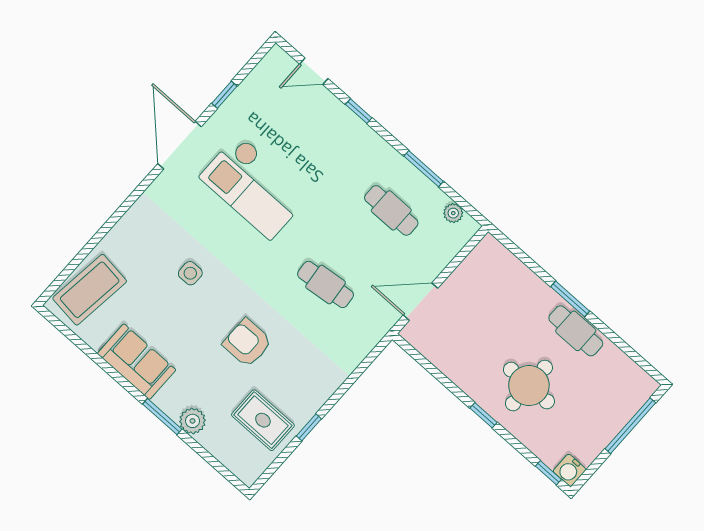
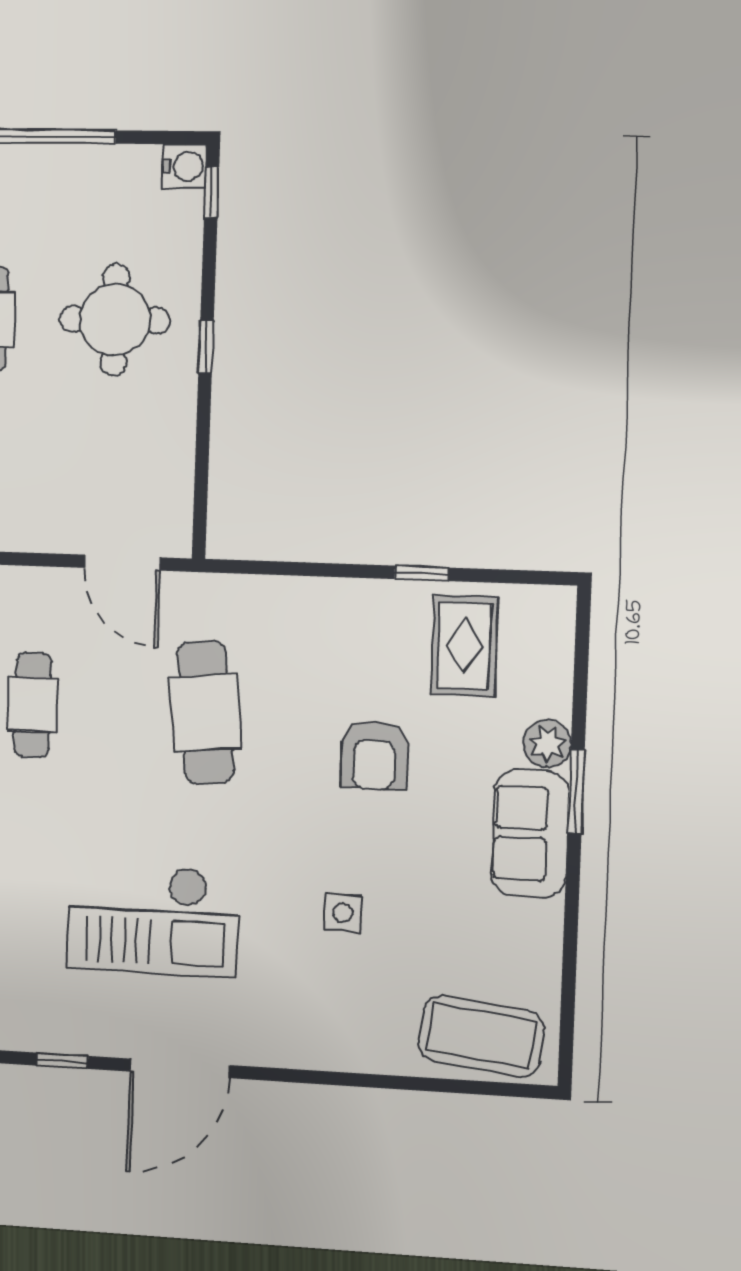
checkout: (254, 187) -> (153, 919), turned 90
cafe table: (326, 284) -> (205, 712), width x1.37, depth x1.35
sofa: (137, 362) -> (530, 834), moved

